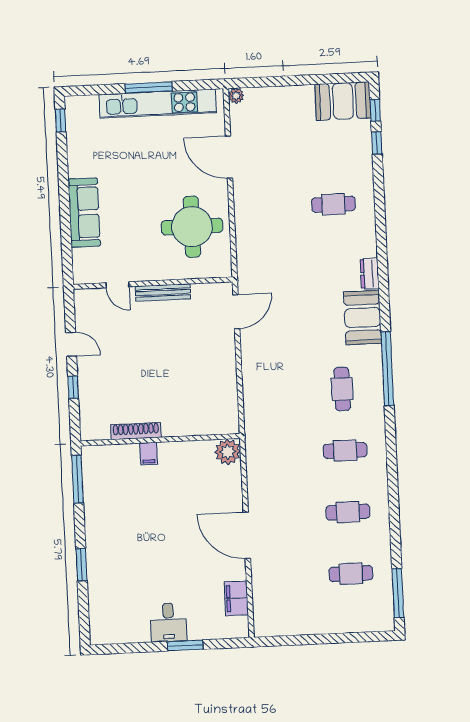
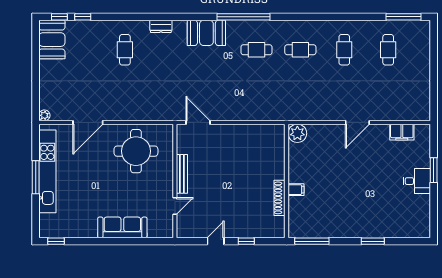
dresser: (370, 274) -> (161, 26), moved
cafe table: (345, 451) -> (300, 50), turned 90
door: (247, 535) -> (357, 122), width x0.73

